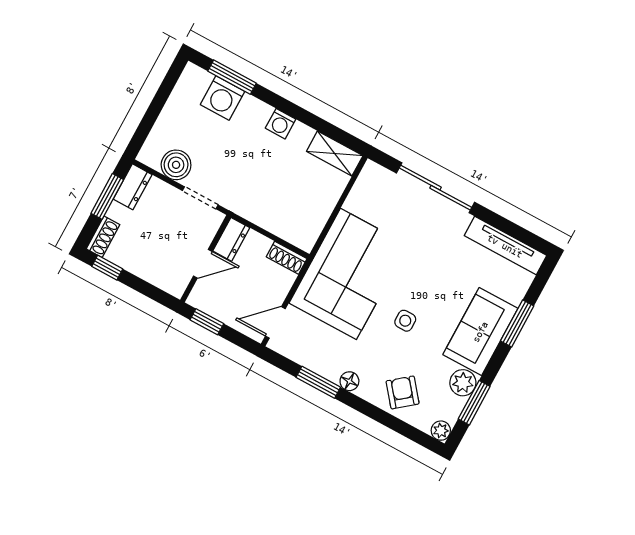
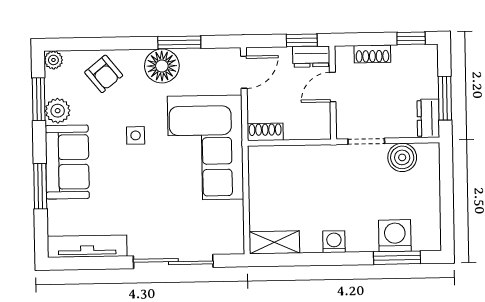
shoe rack: (103, 237) -> (372, 54), moved, turned -90
dresser: (231, 239) -> (311, 57), moved, turned -90
floor lamp: (349, 381) -> (162, 66), width x1.89, depth x1.89

